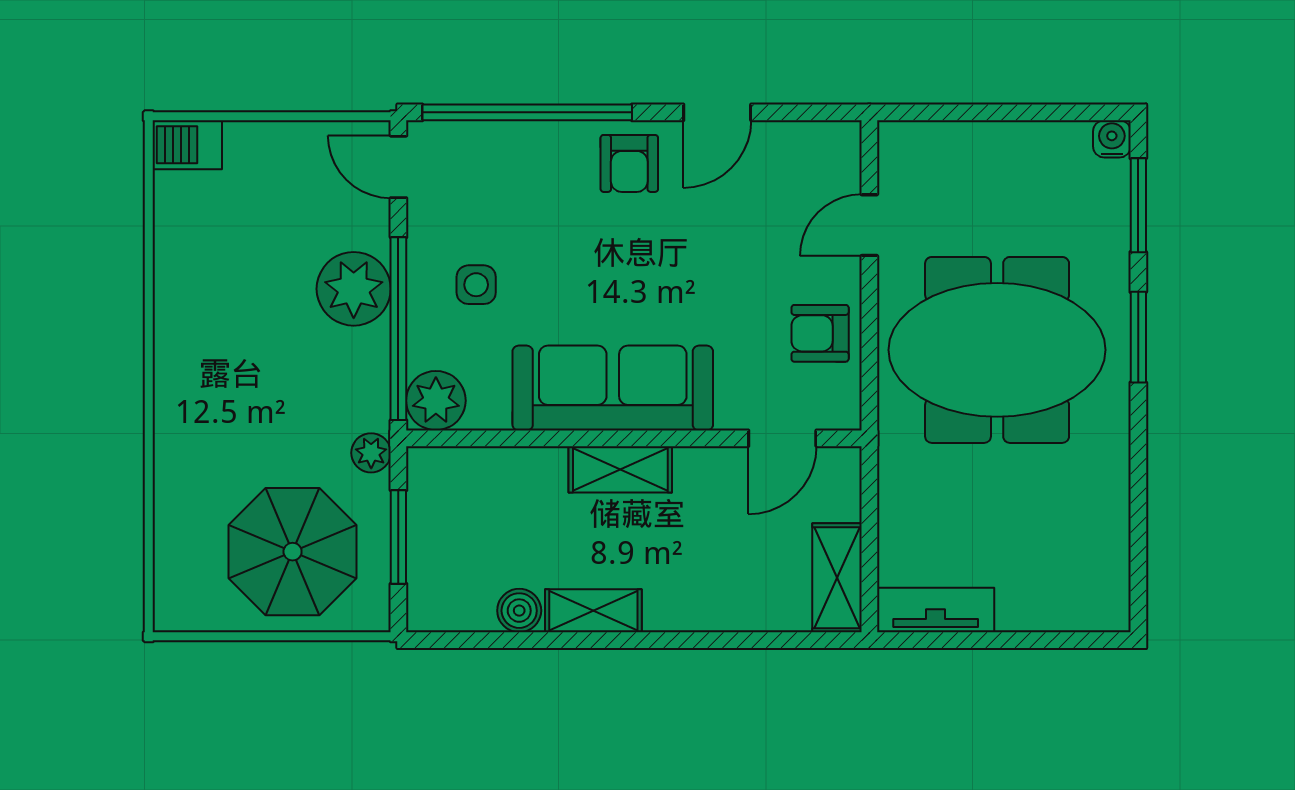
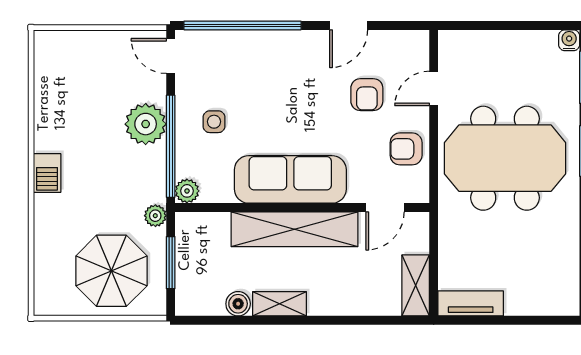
barbecue: (187, 145) -> (47, 173), moved, turned -90
armchair: (629, 163) -> (367, 95), moved
plant: (436, 401) -> (187, 191), width x0.73, depth x0.73
shelving: (620, 469) -> (295, 229), width x2.20, depth x1.33

